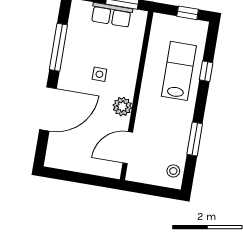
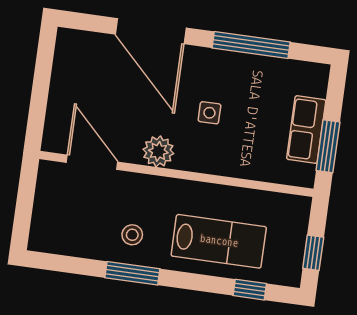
window: (206, 71) -> (250, 290), moved
window: (195, 139) -> (132, 273), moved
stool: (173, 171) -> (132, 235), moved

